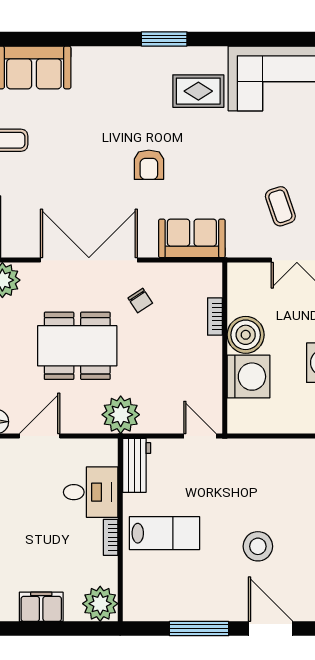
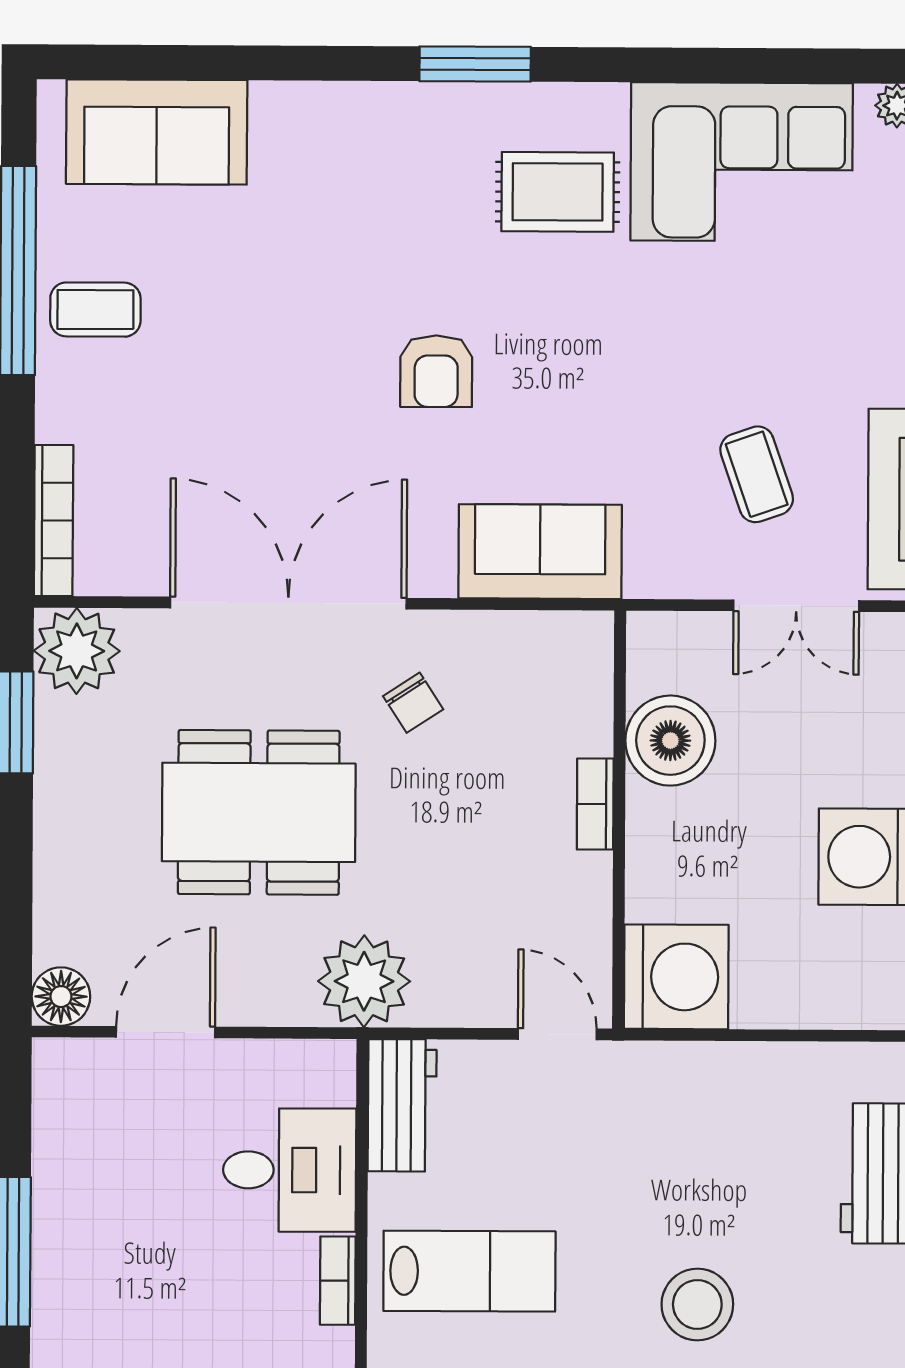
bookcase: (215, 317) -> (595, 804), moved
boiler: (246, 335) -> (670, 741), moved
washing machine: (249, 377) -> (676, 977), moved

